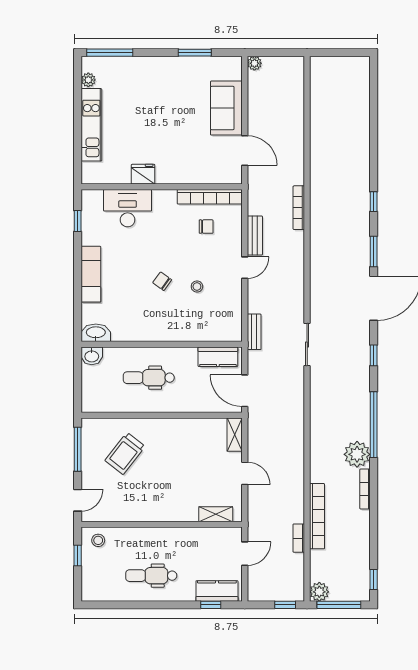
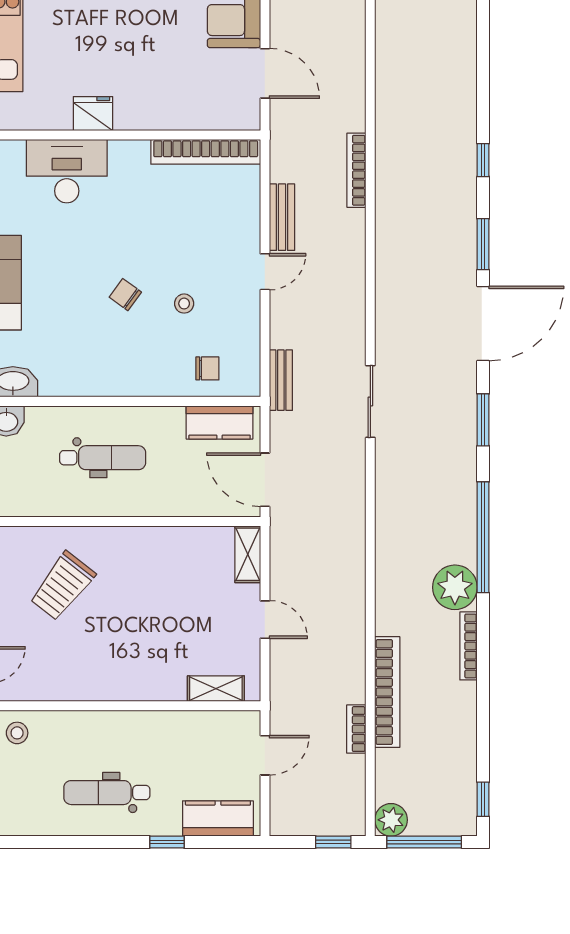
chair: (206, 227) -> (207, 368), moved
window: (374, 355) -> (483, 420), width x1.50
dental chair: (149, 378) -> (103, 458), turned 180
window: (211, 605) -> (167, 842), moved

